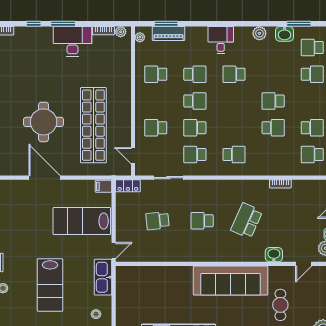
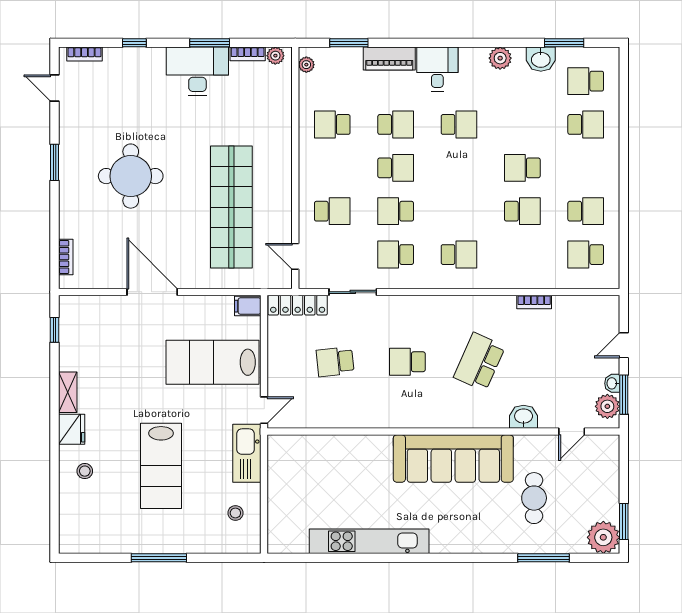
window: (63, 24) -> (210, 43), moved
piano: (168, 33) -> (389, 58), moved
school desk: (234, 74) -> (459, 124), turned 180
round table: (44, 122) -> (131, 176), moved
school desk: (156, 128) -> (332, 211), turned 180
locker: (128, 186) -> (298, 305), width x1.53

